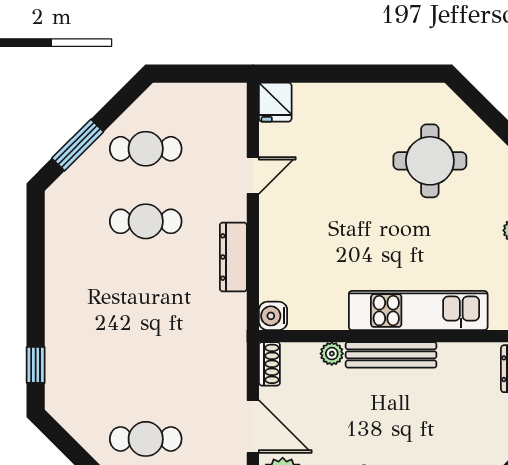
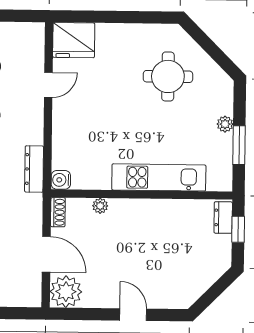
fridge: (275, 102) -> (74, 40), width x1.88, depth x1.34
dresser: (233, 257) -> (34, 169), moved
bench: (391, 355) -> (140, 207), removed

